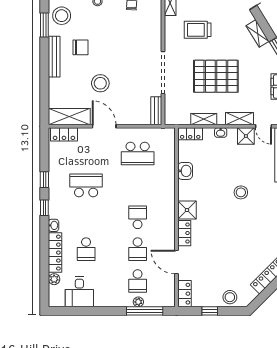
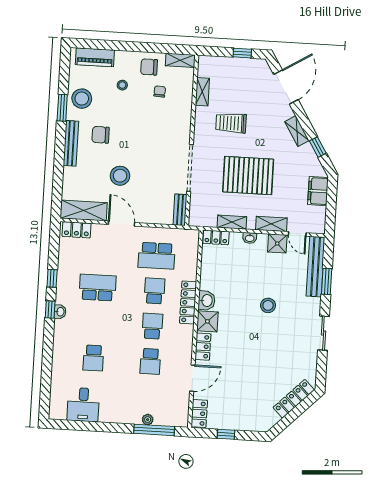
chair: (81, 47) -> (101, 135), turned 180
washbasin: (185, 171) -> (207, 300), moved
washbasin: (54, 225) -> (60, 312), moved
locker: (55, 253) -> (188, 302), moved, turned 180
door: (176, 262) -> (192, 378), swing flipped
plant: (54, 279) -> (56, 389), removed
school desk: (138, 281) -> (155, 291), moved, turned 180
stool: (230, 297) -> (249, 420), removed

